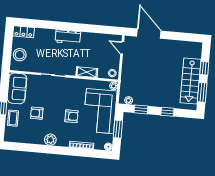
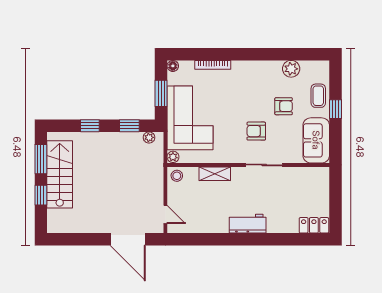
stool: (20, 55) -> (317, 191), removed
armchair: (72, 116) -> (256, 131), moved
plant: (50, 140) -> (291, 69), moved

